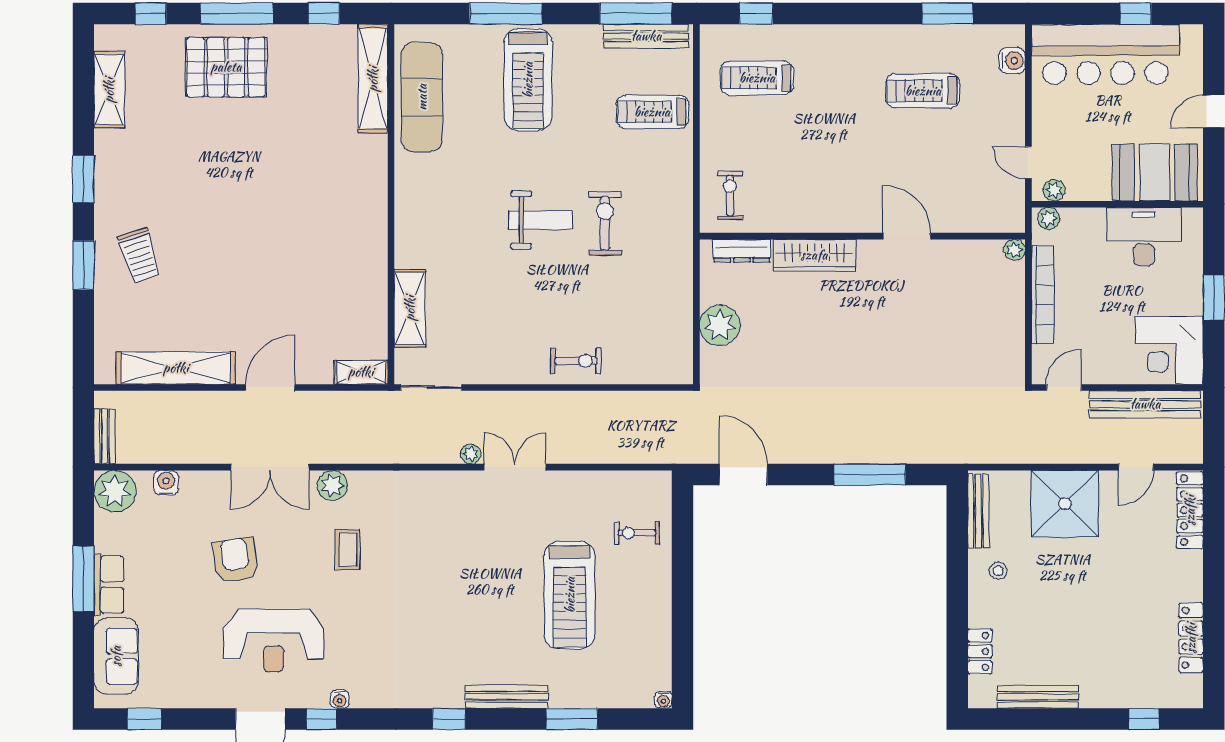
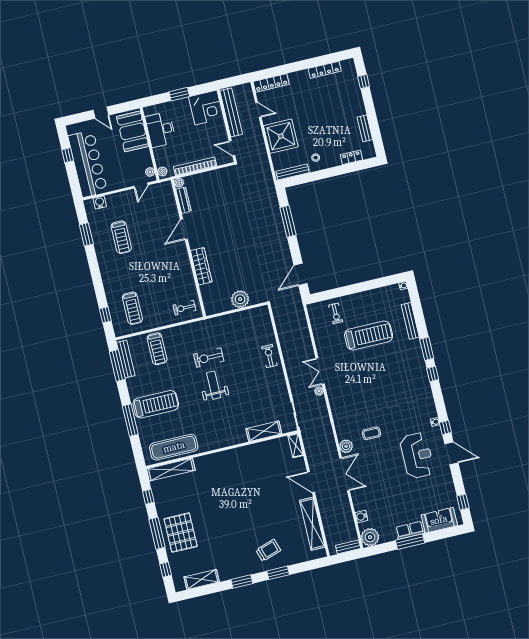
dresser: (742, 251) -> (184, 200), moved
armchair: (235, 560) -> (387, 480), removed
bench: (507, 697) -> (410, 321), moved
bench: (1038, 697) -> (365, 128), width x0.73
window: (572, 719) -> (427, 349), moved

